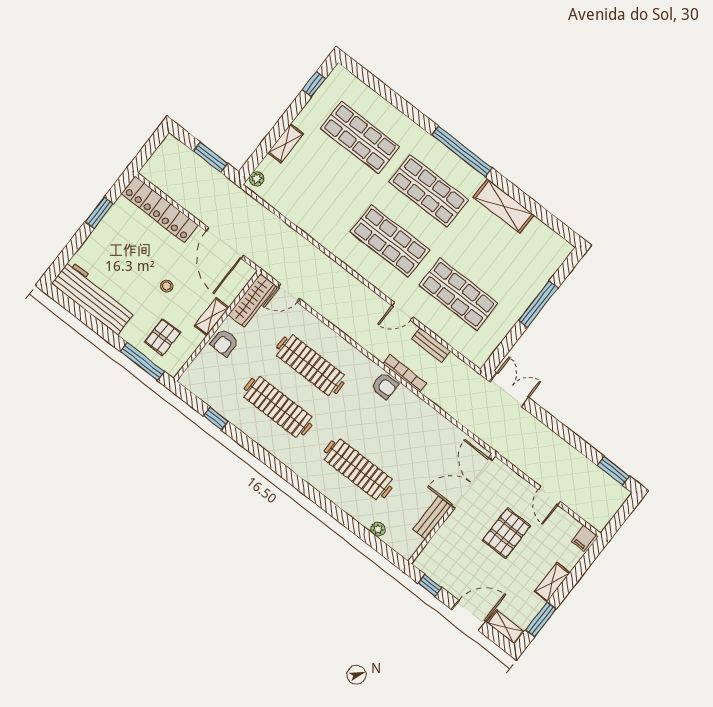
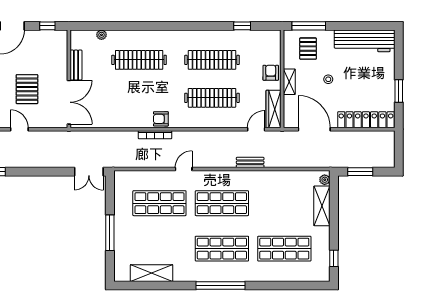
shelving: (286, 143) -> (322, 206), width x1.50, depth x1.33
shelving: (504, 206) -> (152, 273), moved
bench: (431, 345) -> (250, 162), moved

